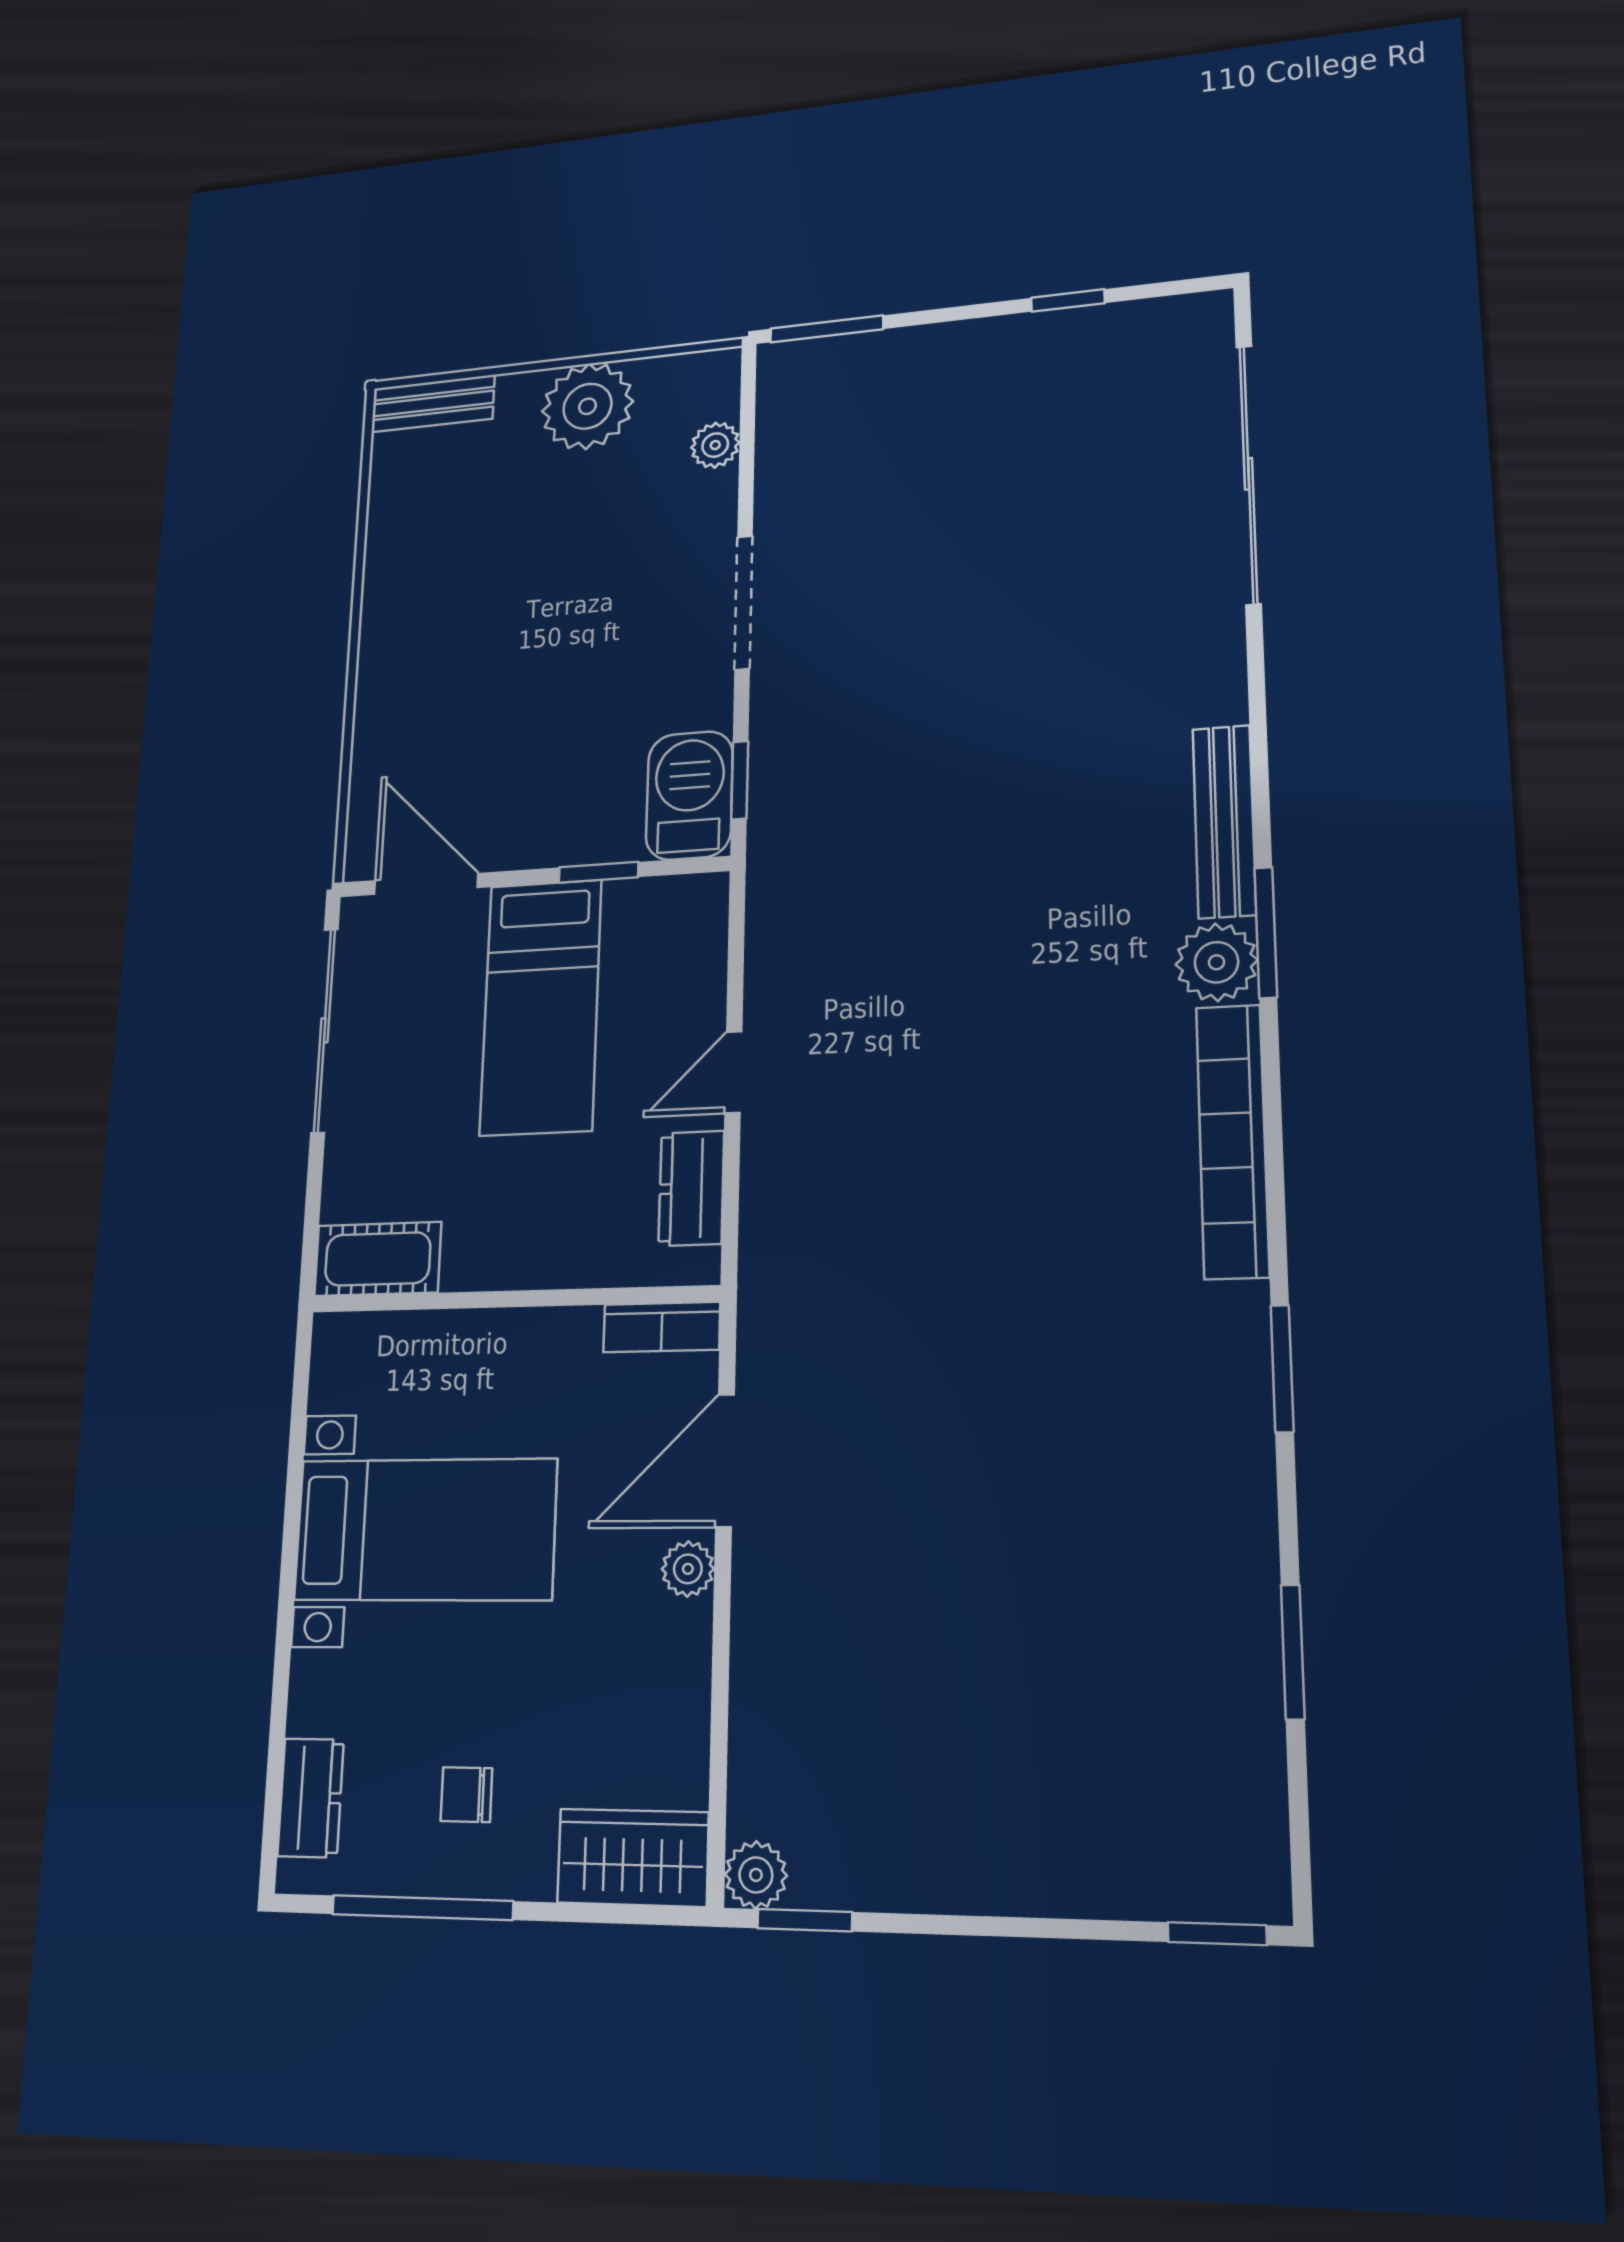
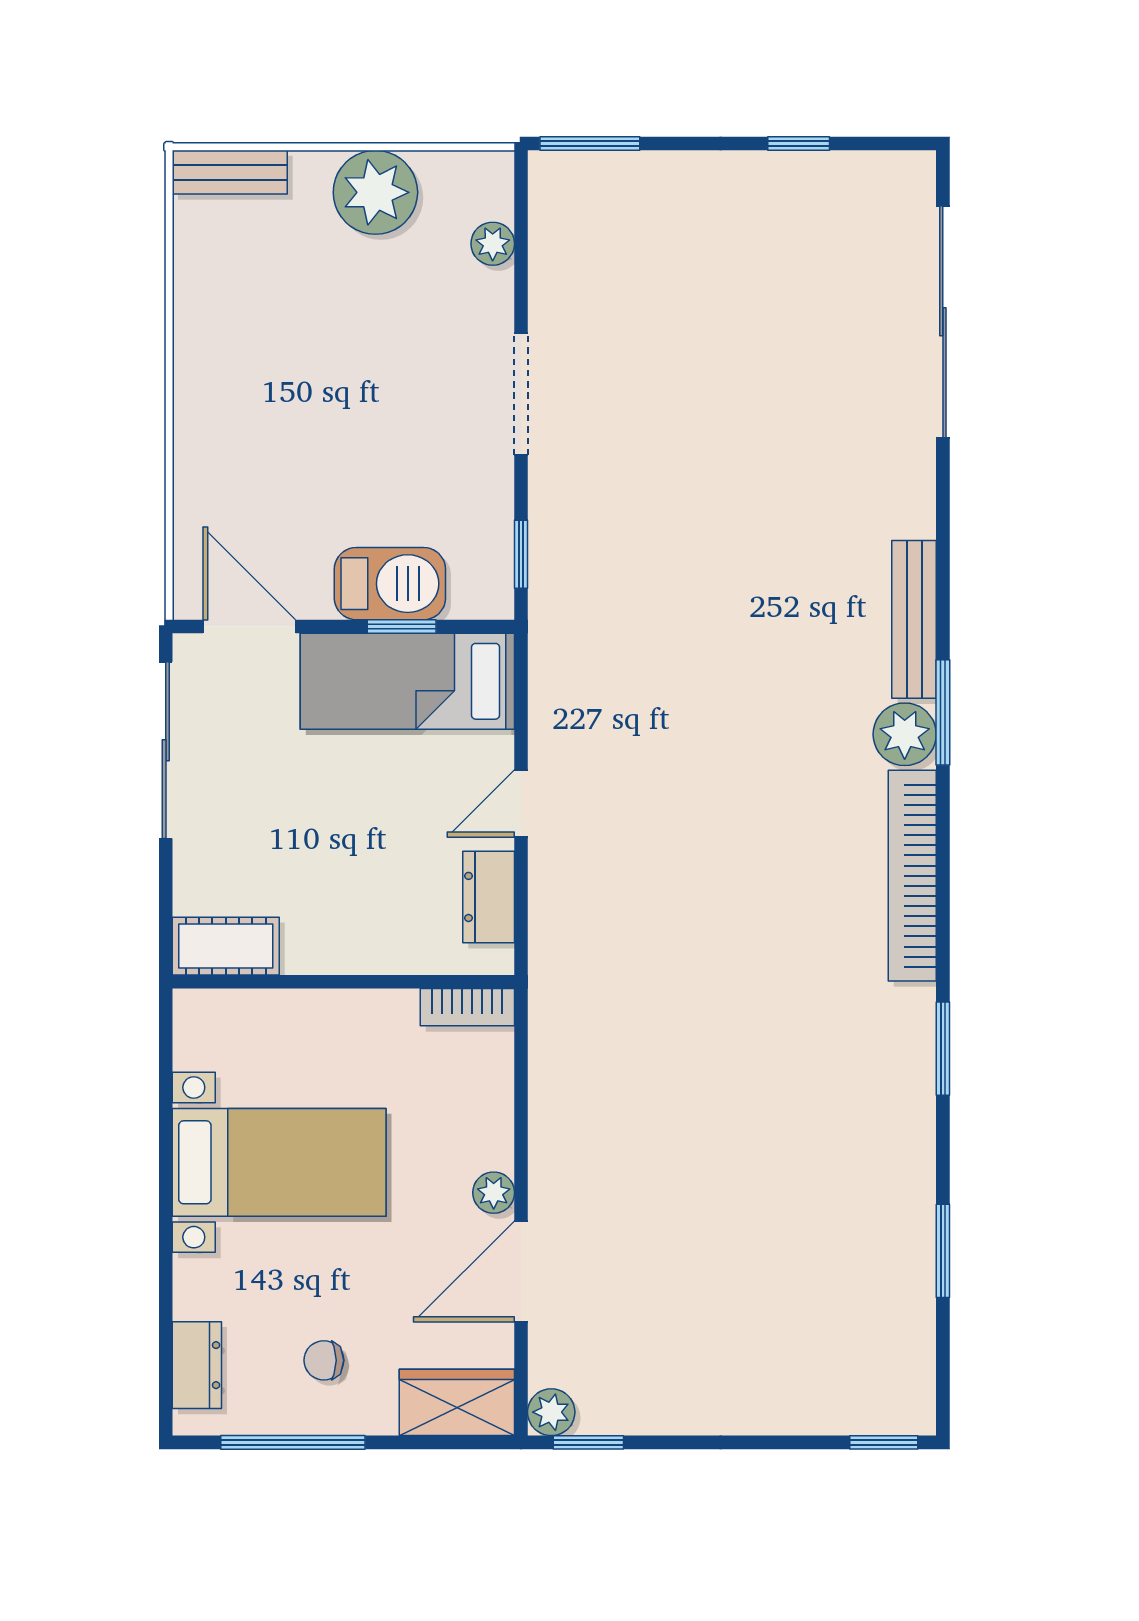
barbecue: (689, 795) -> (390, 584), moved, turned 90
bed: (541, 1007) -> (407, 681), moved, turned 90
door: (725, 1461) -> (521, 1272), moved

